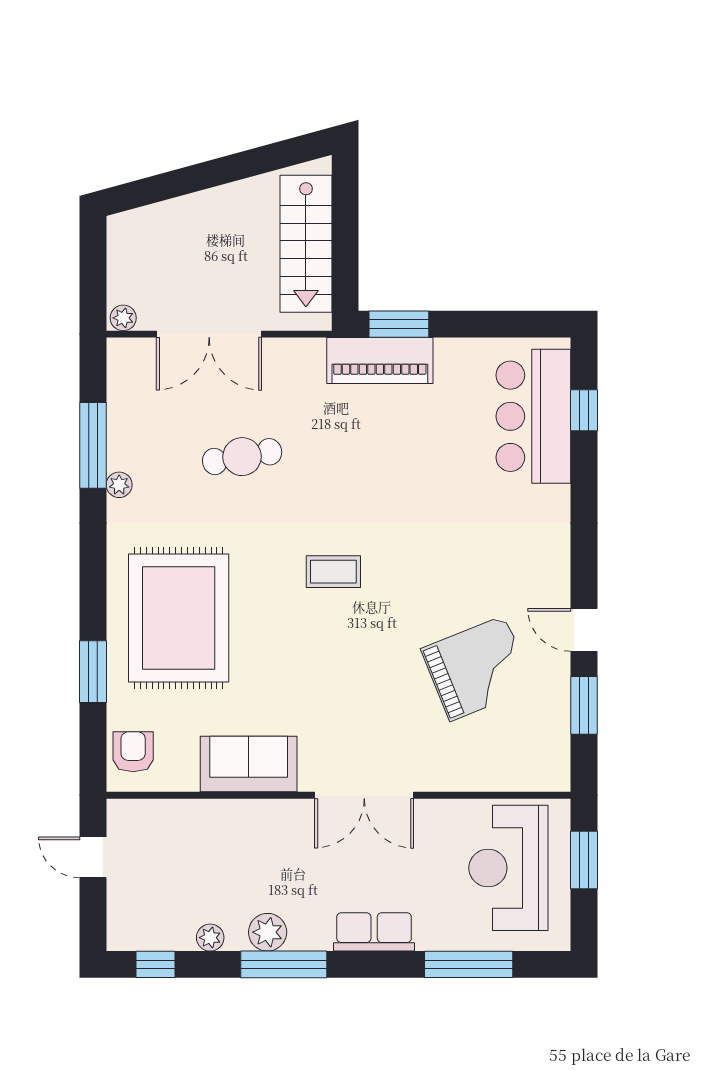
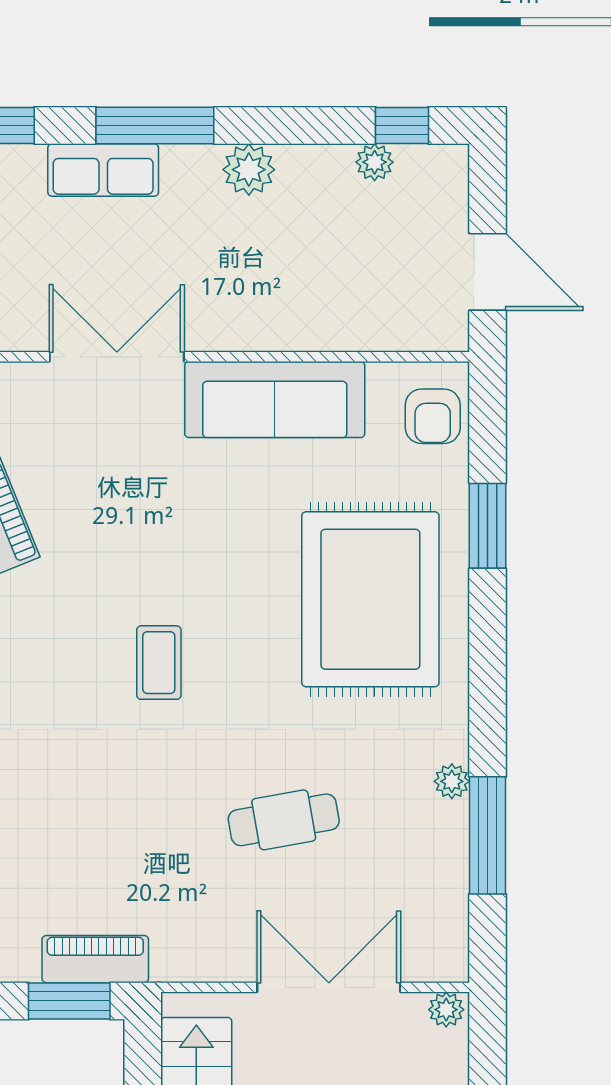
piano: (380, 361) -> (95, 959), width x0.73, depth x0.75
coffee table: (333, 572) -> (159, 663), turned 90
sofa: (249, 764) -> (275, 400), width x1.36
door: (93, 857) -> (487, 272), width x1.38
plant: (210, 938) -> (375, 162), moved
window: (284, 964) -> (155, 125), moved

